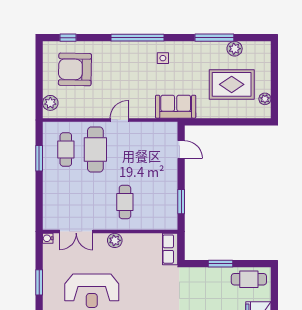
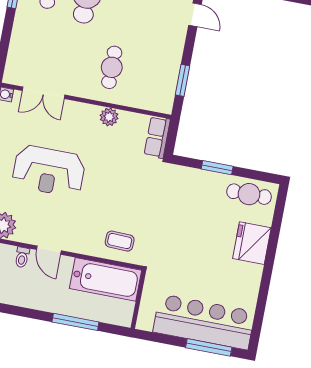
plant: (115, 240) -> (109, 117), moved

